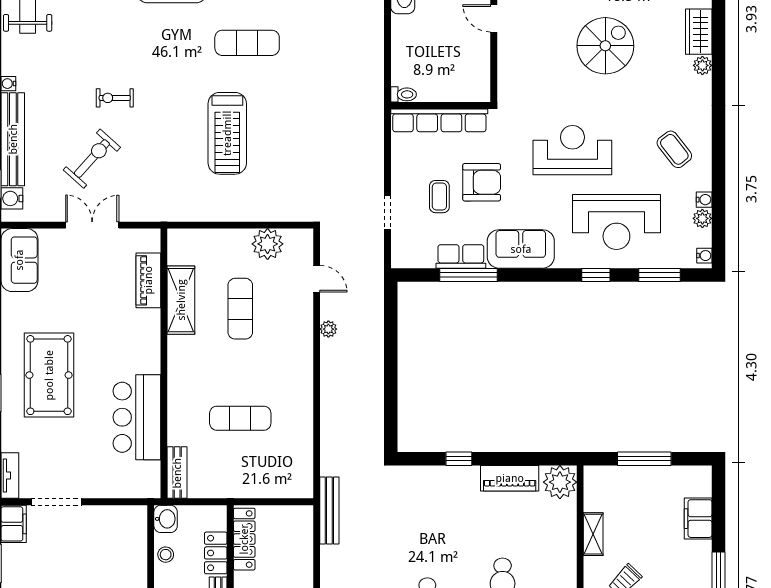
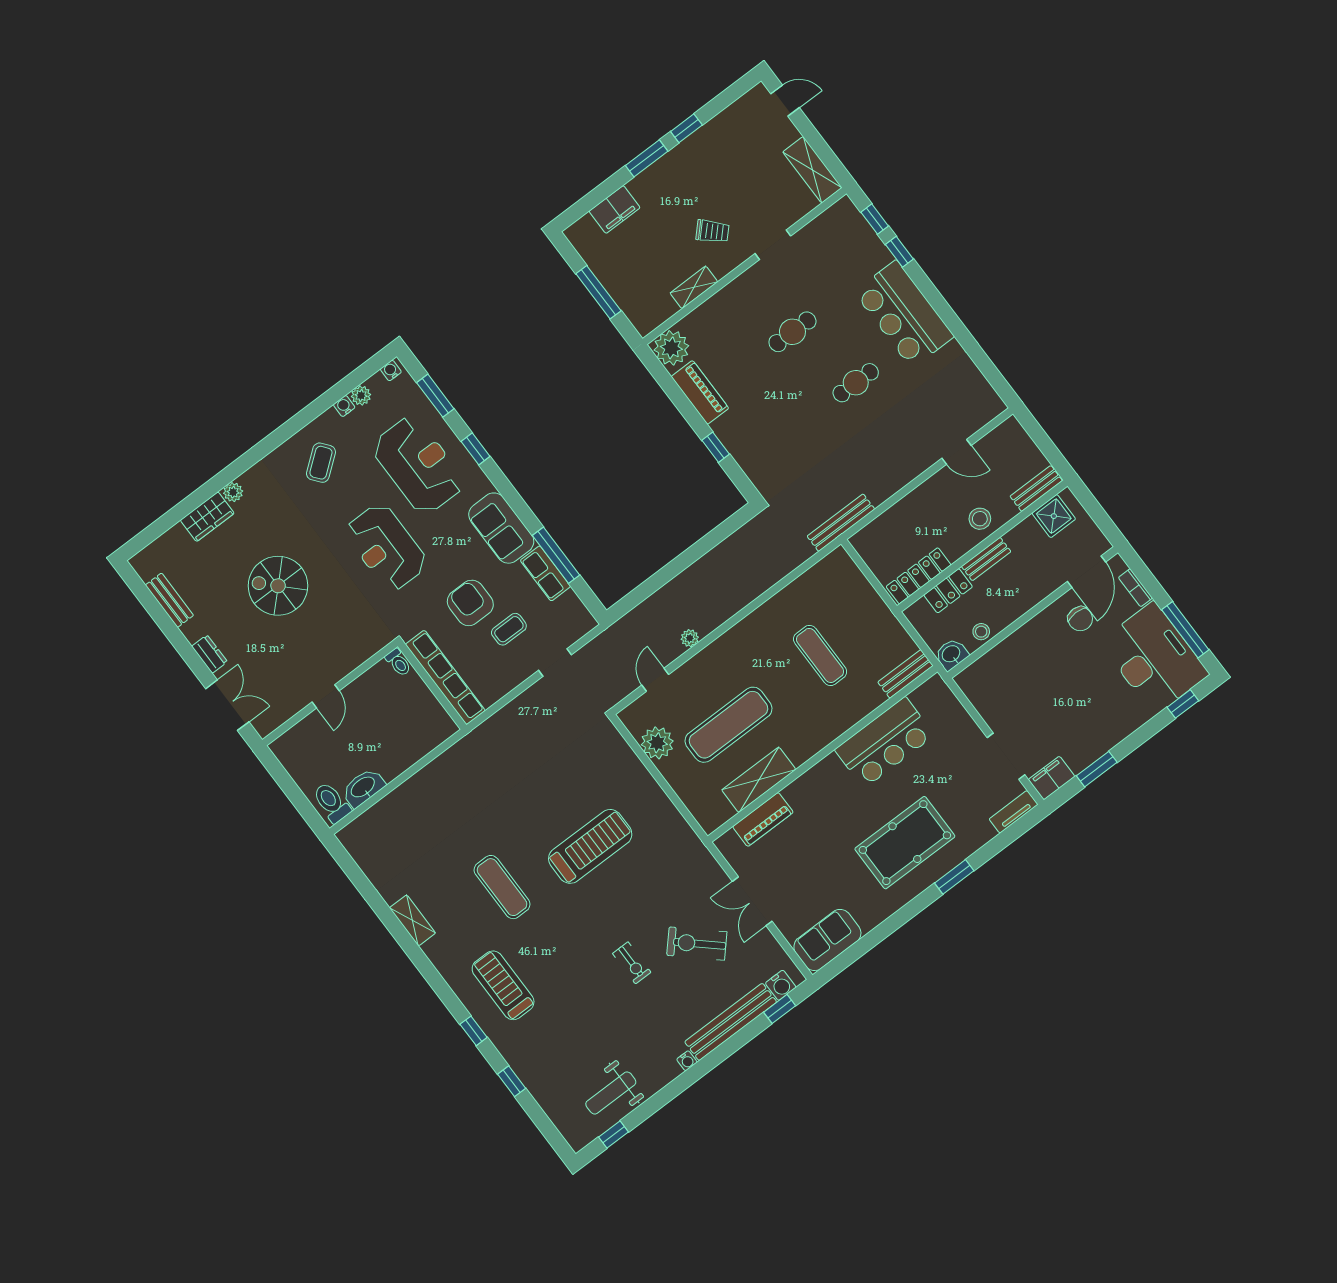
toilet: (404, 94) -> (398, 662), moved, turned 180
exercise mat: (240, 309) -> (728, 725), width x1.36, depth x1.45

